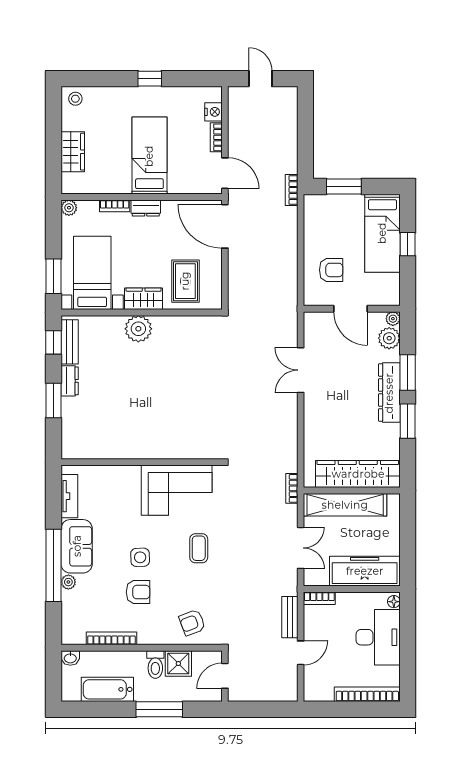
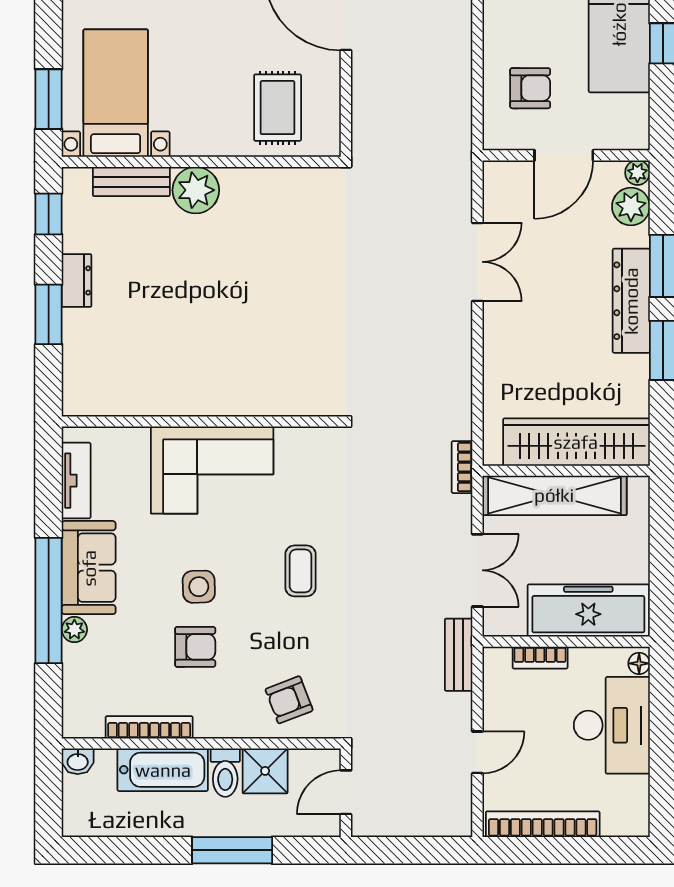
wardrobe: (144, 299) -> (205, 138), removed
door: (351, 309) -> (564, 155), hinge flipped
bench: (70, 342) -> (131, 182), moved, turned 90
double door: (301, 370) -> (477, 262), swing flipped
corner sofa: (177, 490) -> (212, 470), moved
bookcase: (319, 598) -> (540, 658), moved
bench: (290, 617) -> (459, 655), moved
bathtub: (107, 689) -> (163, 770), moved, turned 180
bookcase: (367, 694) -> (543, 824), moved

